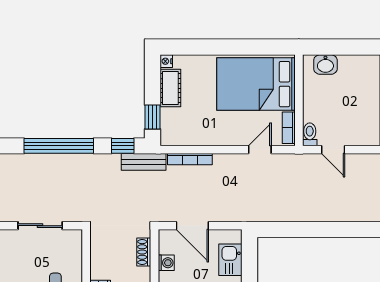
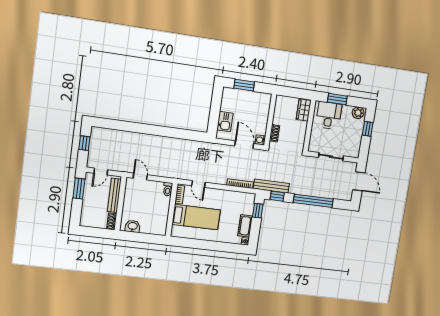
washbasin: (325, 65) -> (133, 226), moved
bed: (256, 84) -> (196, 217), width x0.67
door: (260, 150) -> (198, 184), hinge flipped
door: (333, 150) -> (140, 176), moved
bench: (144, 162) -> (271, 186), width x1.36
washing machine: (166, 263) -> (260, 140), moved

